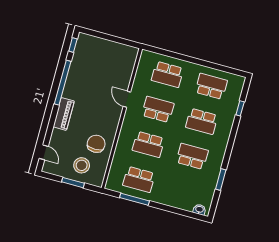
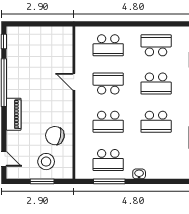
chair: (96, 144) -> (55, 136), turned -79
school desk: (192, 156) -> (156, 122), turned 180
washbasin: (199, 210) -> (139, 174), moved

